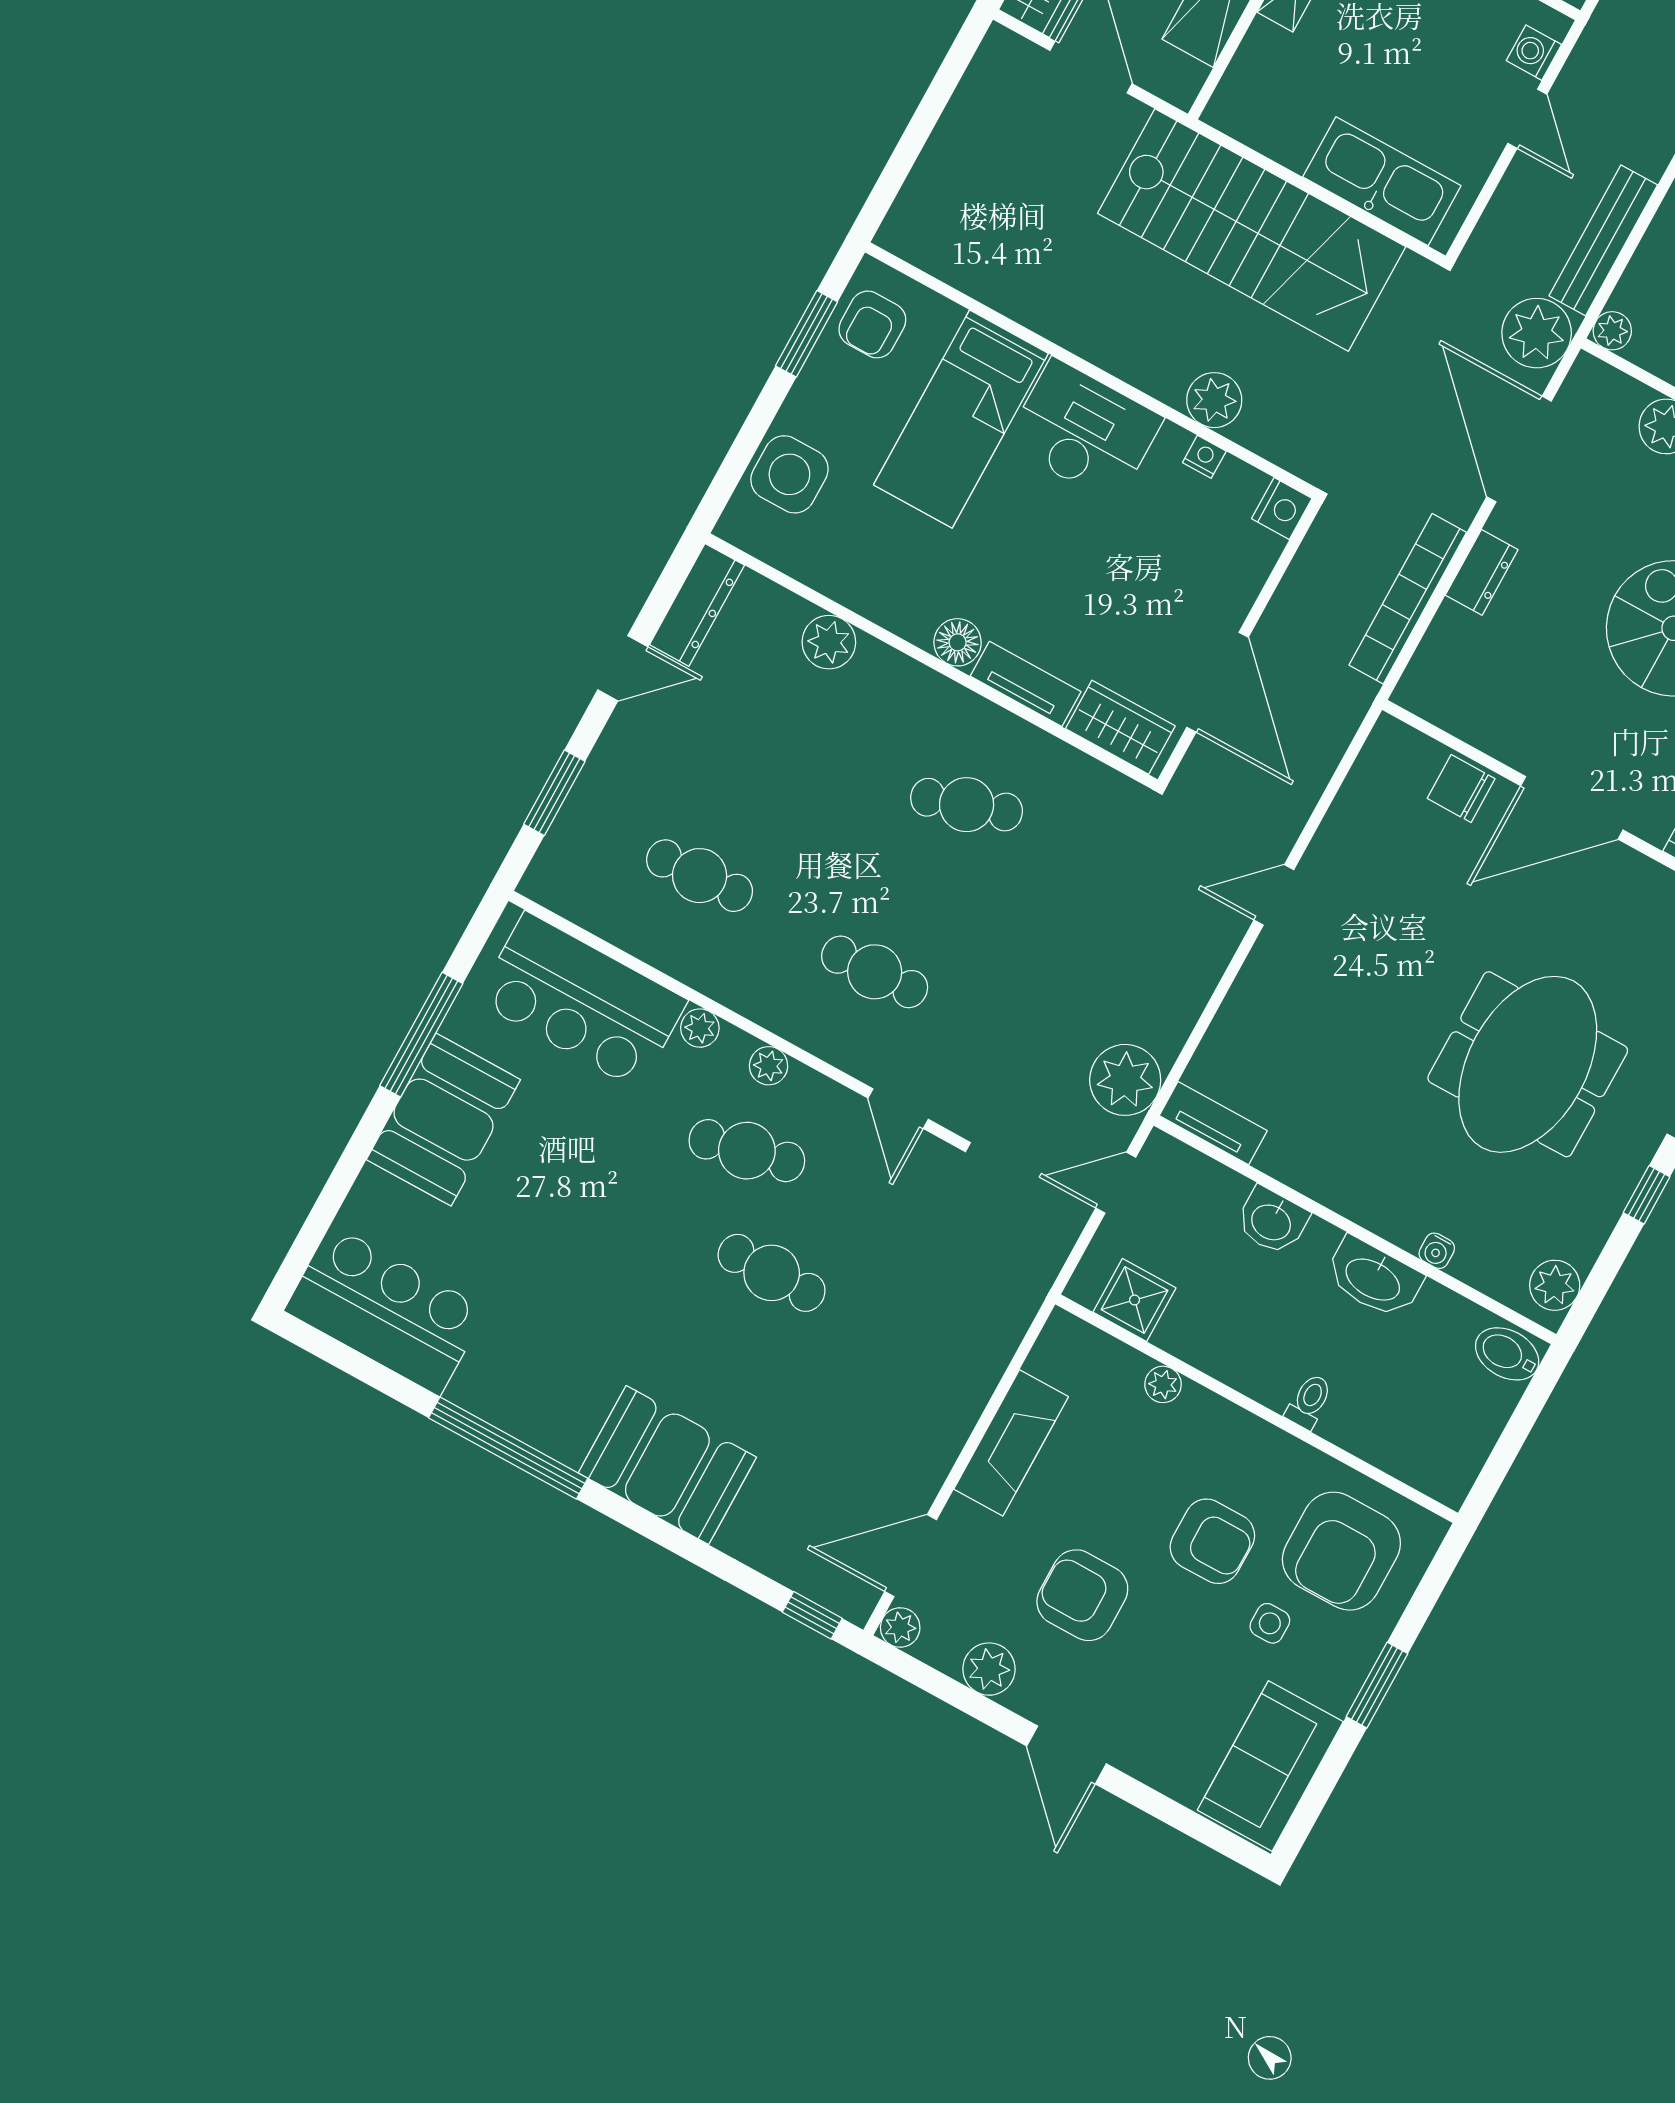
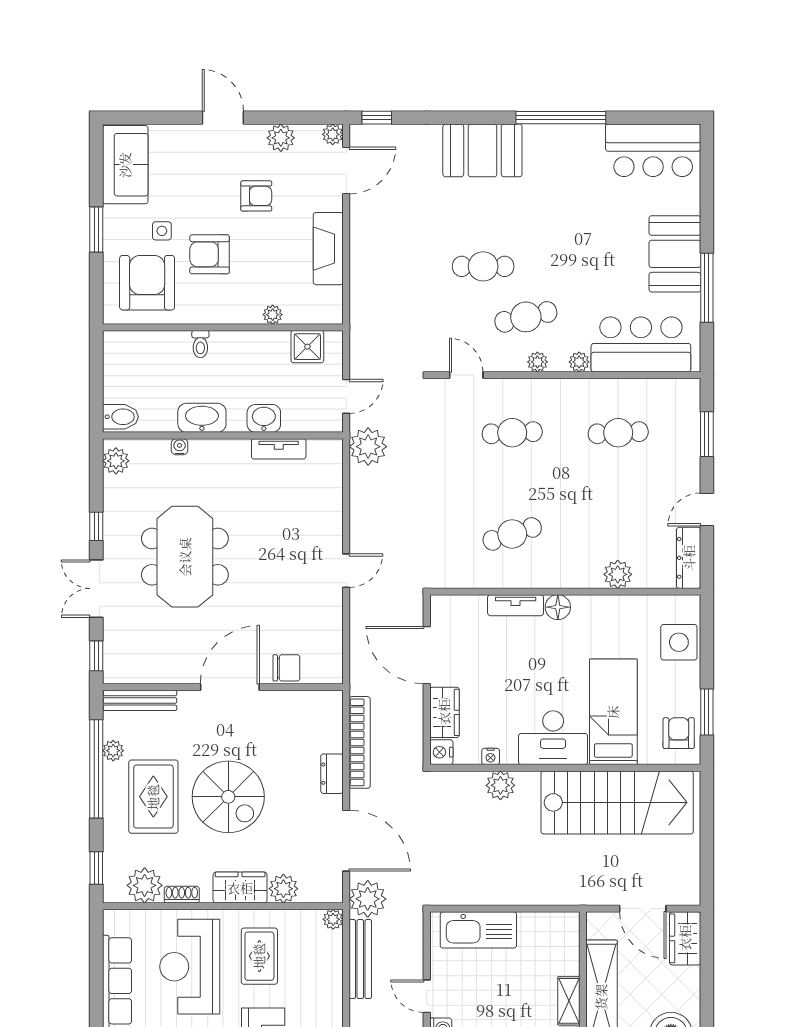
stairs: (1252, 230) -> (617, 802), moved, turned 180
wardrobe: (1120, 727) -> (444, 712), moved, turned -90
tv unit: (1213, 1123) -> (279, 449), moved
armchair: (1082, 1595) -> (256, 196), width x0.72, depth x0.72

